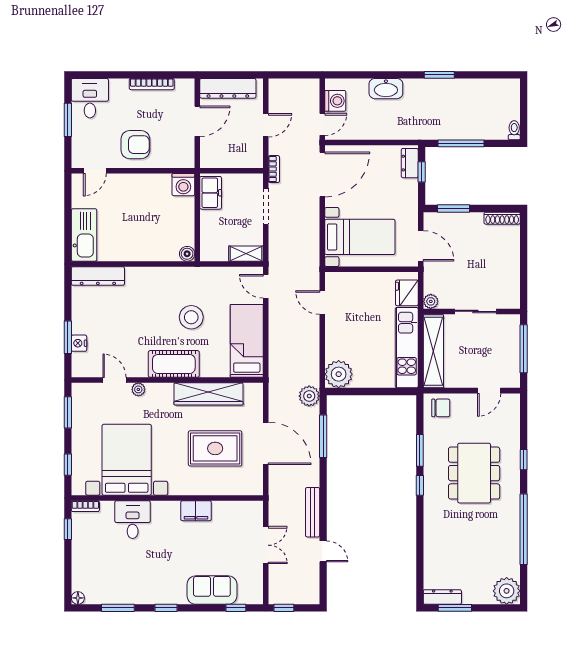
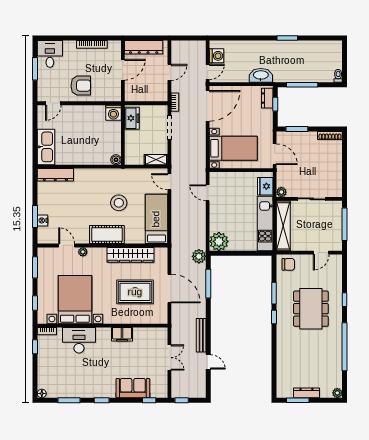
washbasin: (386, 89) -> (261, 75), moved, turned 180
desk: (133, 520) -> (79, 340), width x1.37
plant: (507, 591) -> (337, 393), width x0.53, depth x0.53
dresser: (442, 597) -> (306, 393), moved

